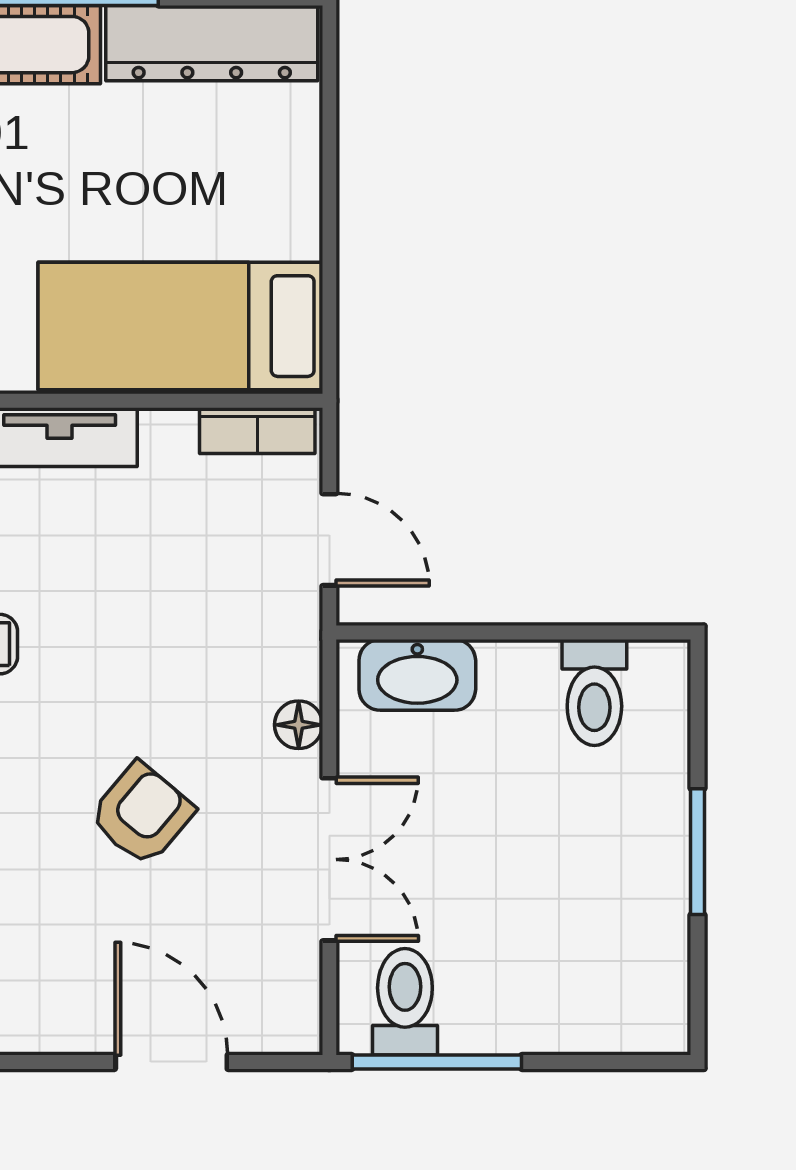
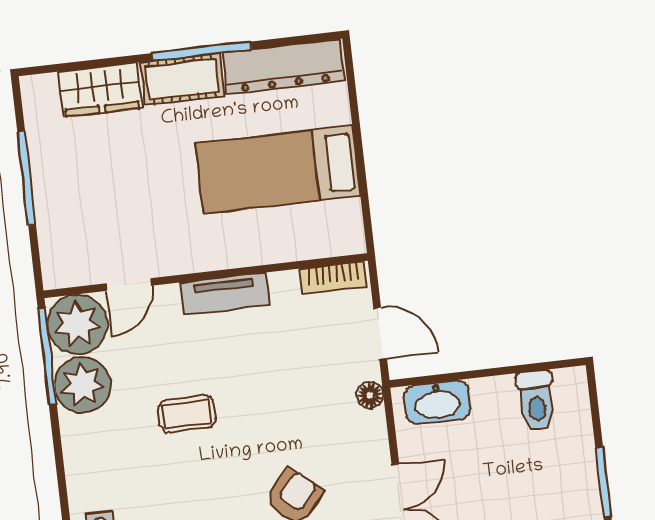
bed: (180, 326) -> (278, 170), moved
floor lamp: (299, 725) -> (370, 395), moved

